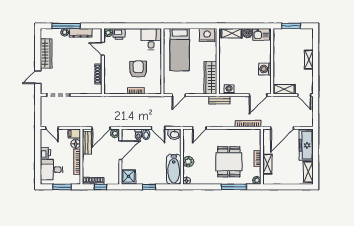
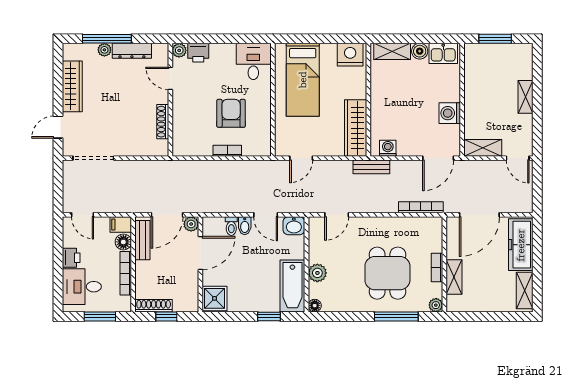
window: (149, 187) -> (269, 316), moved

